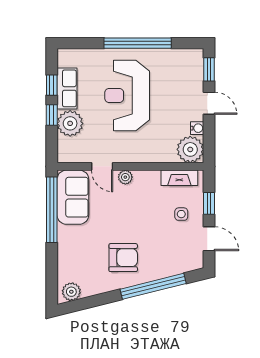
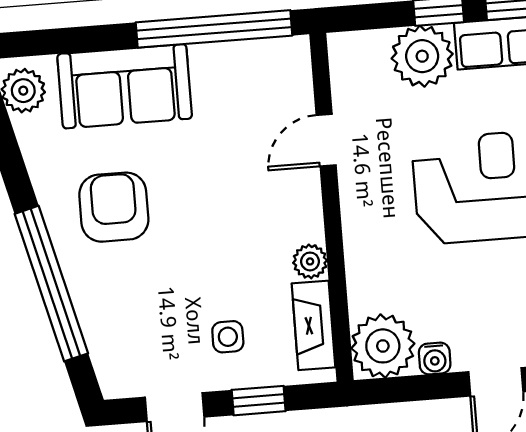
plant: (125, 177) -> (310, 261), moved
sofa: (73, 197) -> (125, 86), moved
armchair: (123, 258) -> (114, 207), turned 180

